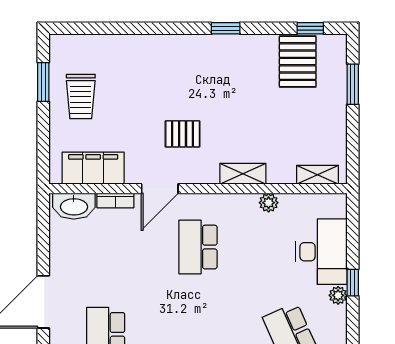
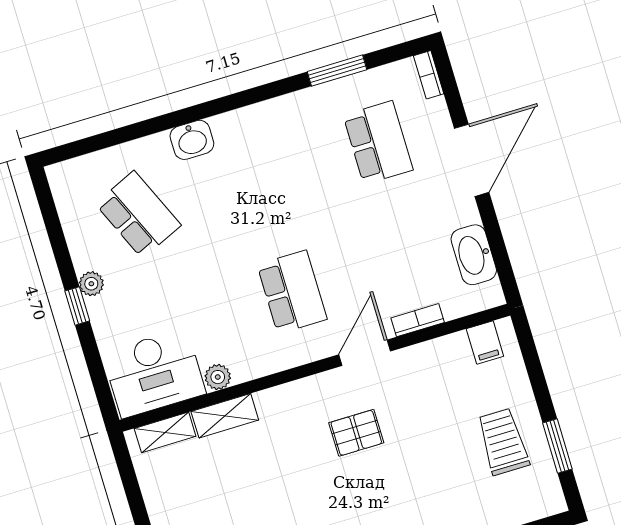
filing cabinet: (93, 168) -> (485, 343), width x0.33, depth x0.86
shelving: (243, 174) -> (225, 416), moved
washbasin: (74, 206) -> (474, 255), moved, turned -90
desk: (321, 252) -> (154, 373), moved, turned -90

